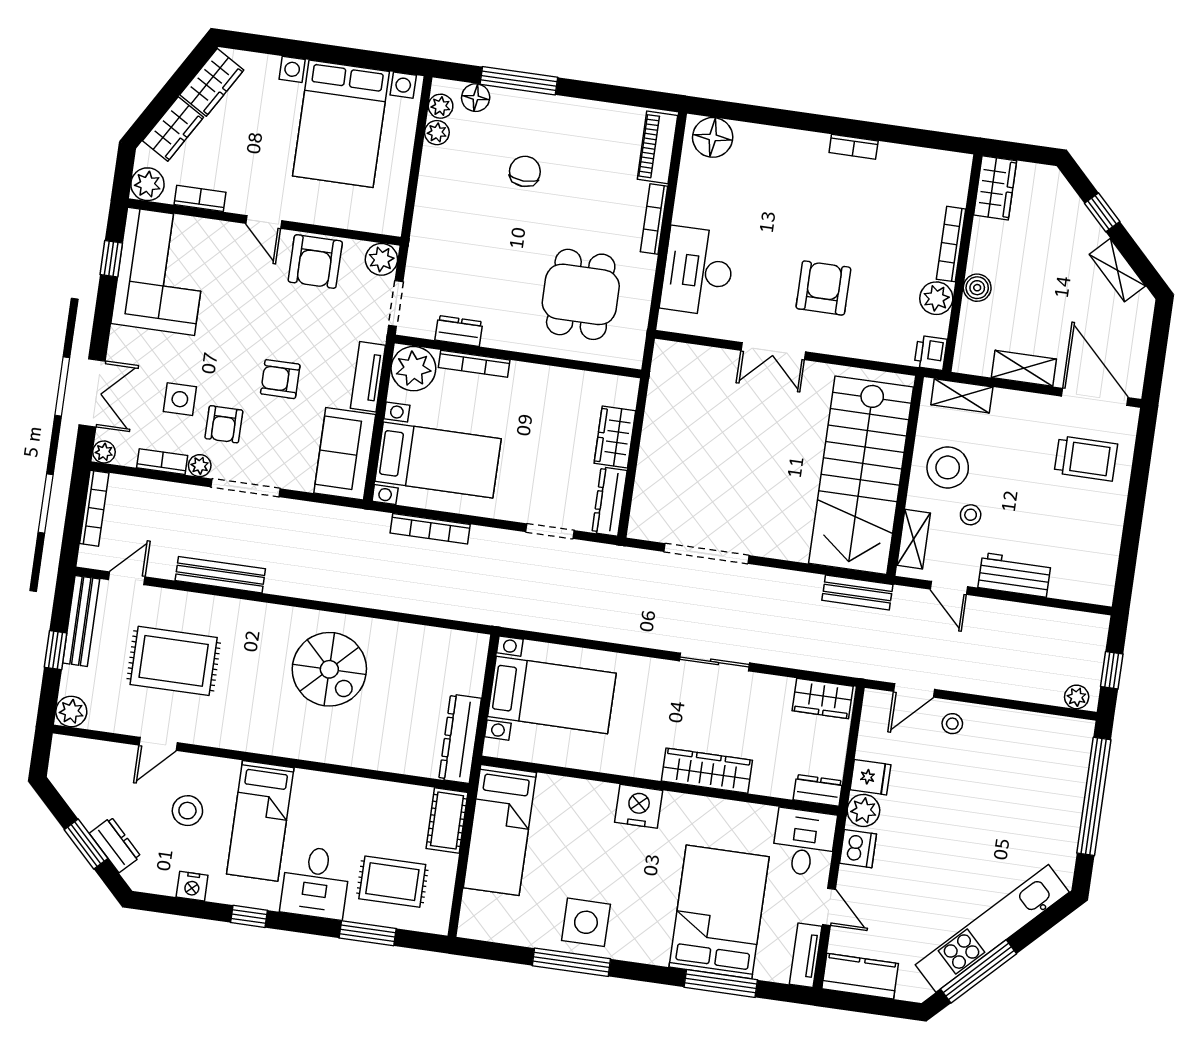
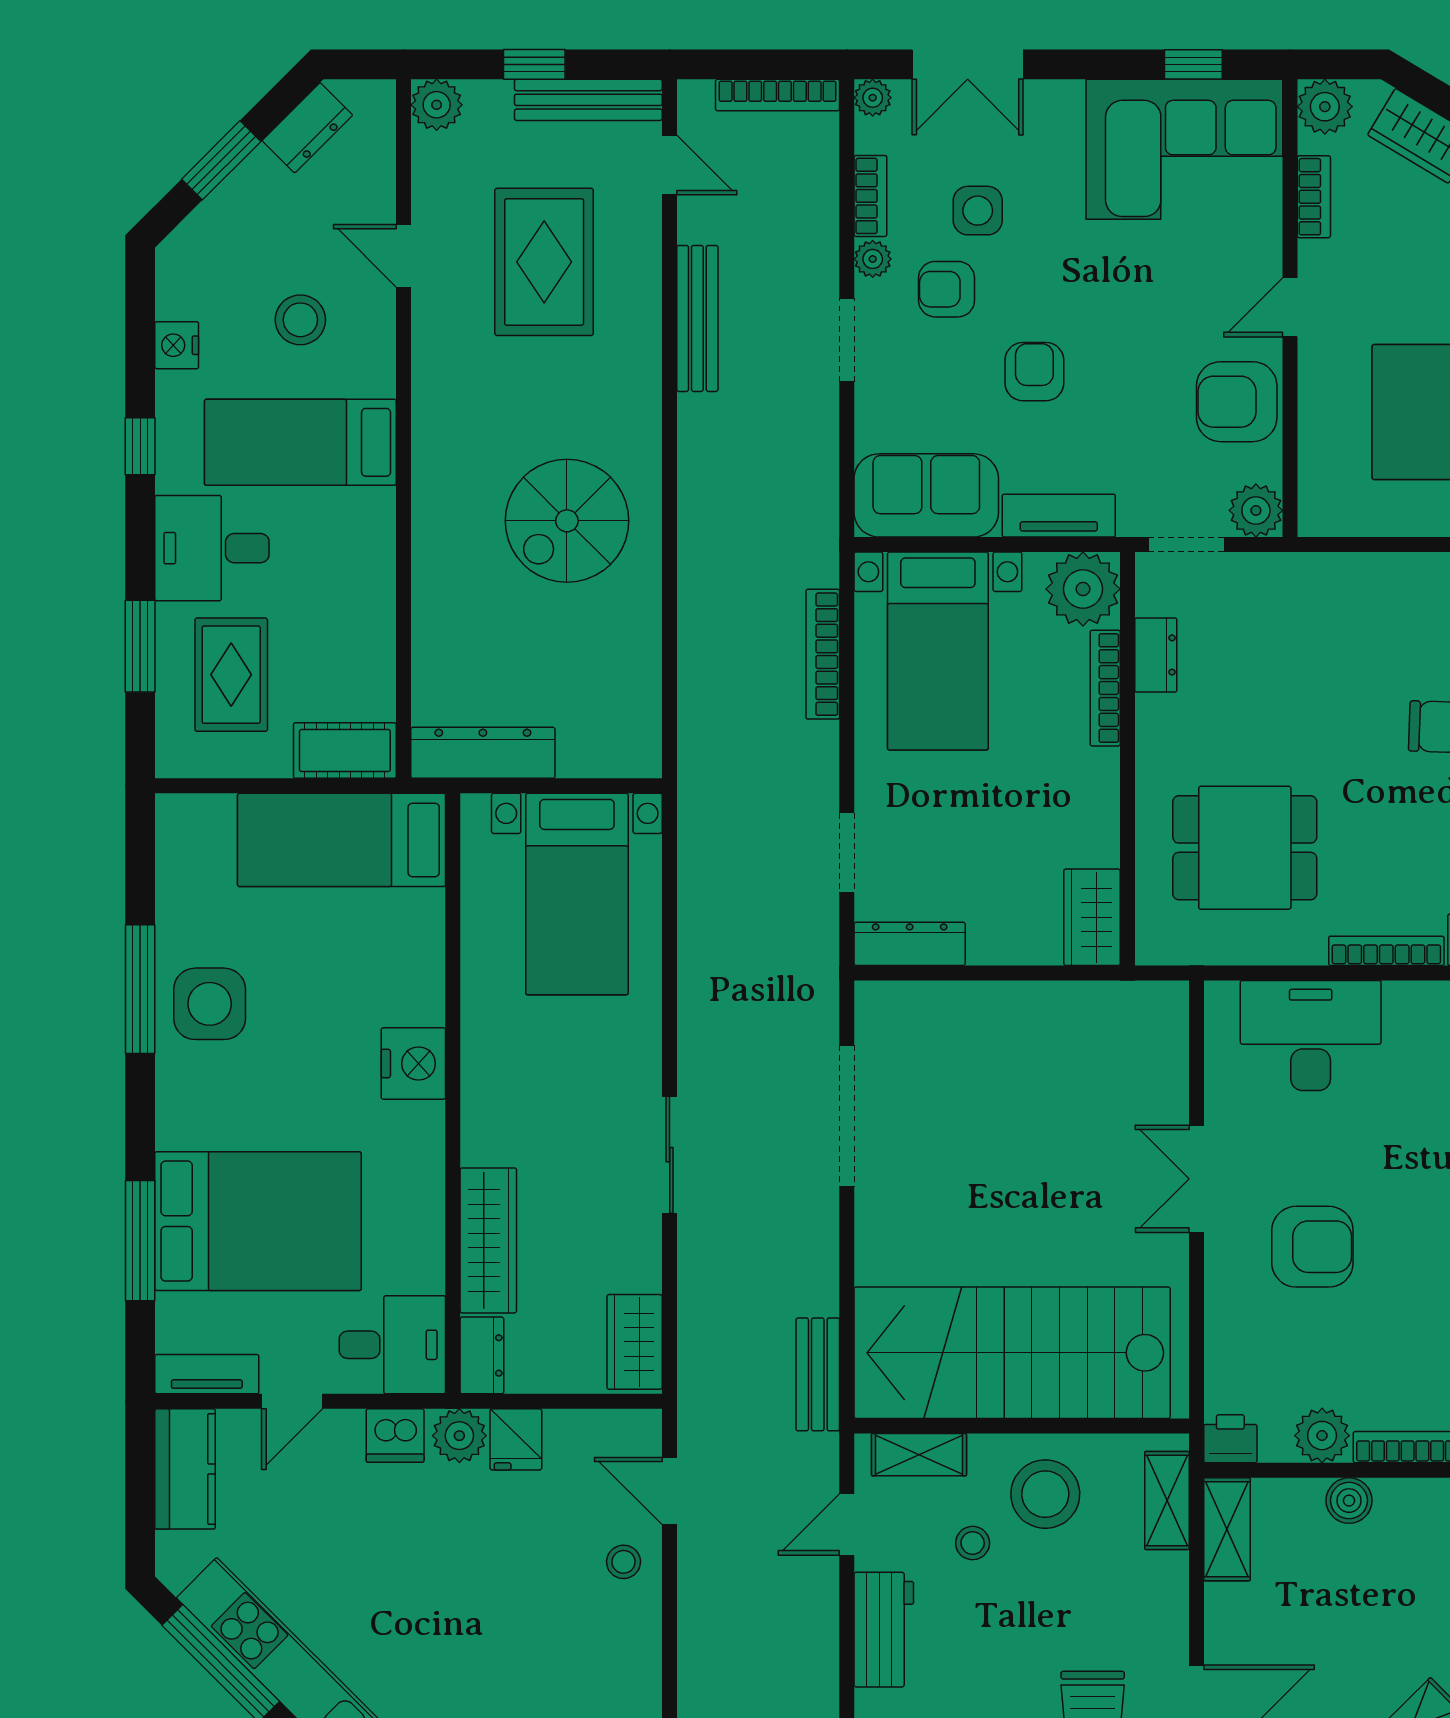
shelving: (1024, 368) -> (1227, 1529), moved
wardrobe: (615, 437) -> (1092, 917), moved, turned -90
doorway: (246, 488) -> (847, 340), width x0.73
wardrobe: (707, 771) -> (488, 1240), moved
dresser: (115, 845) -> (307, 128), moved

